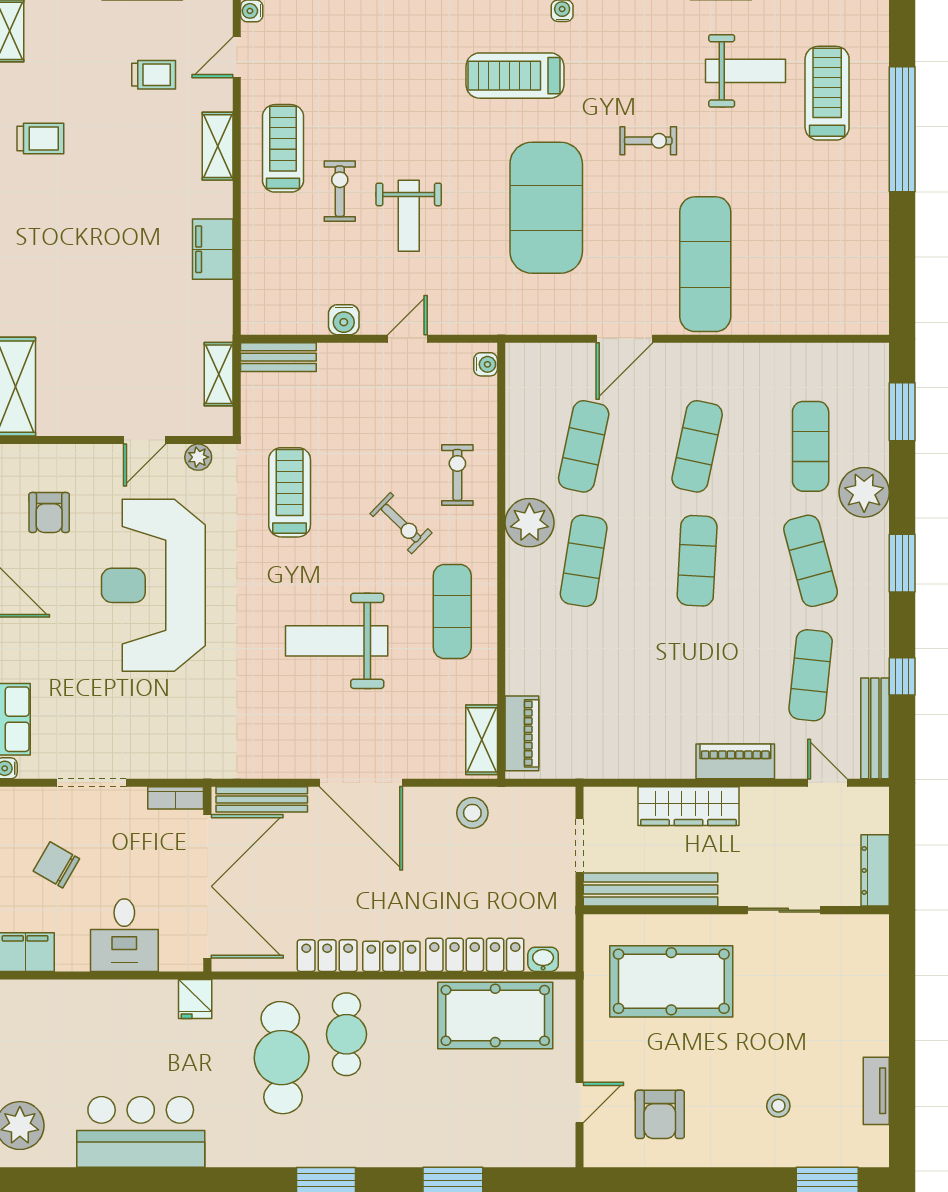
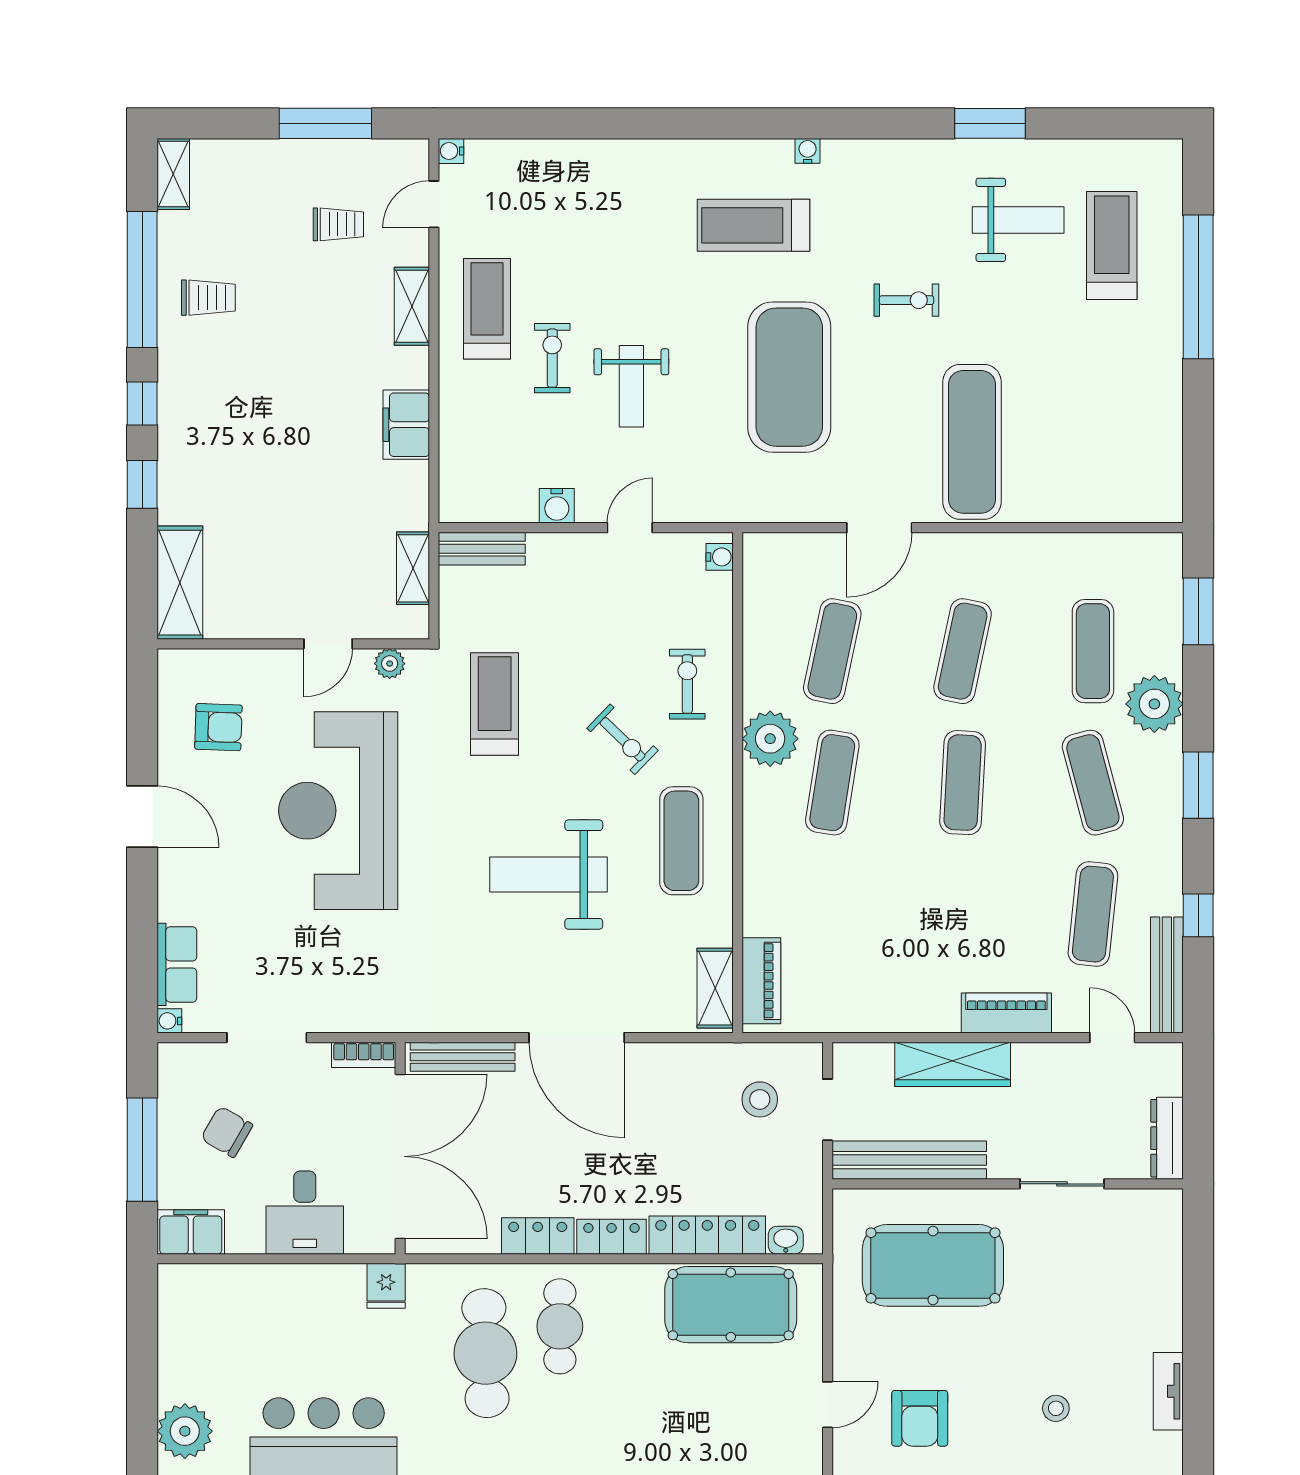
armchair: (49, 513) -> (218, 727), turned -88
stool: (472, 813) -> (760, 1099), moved

